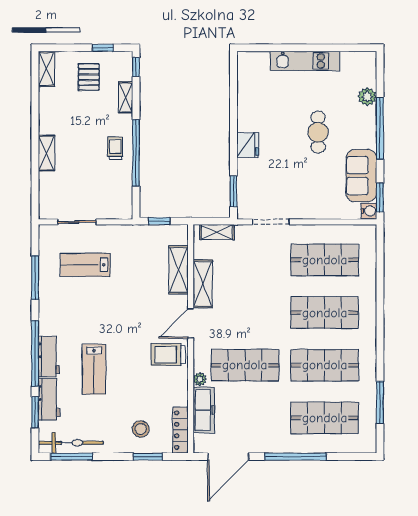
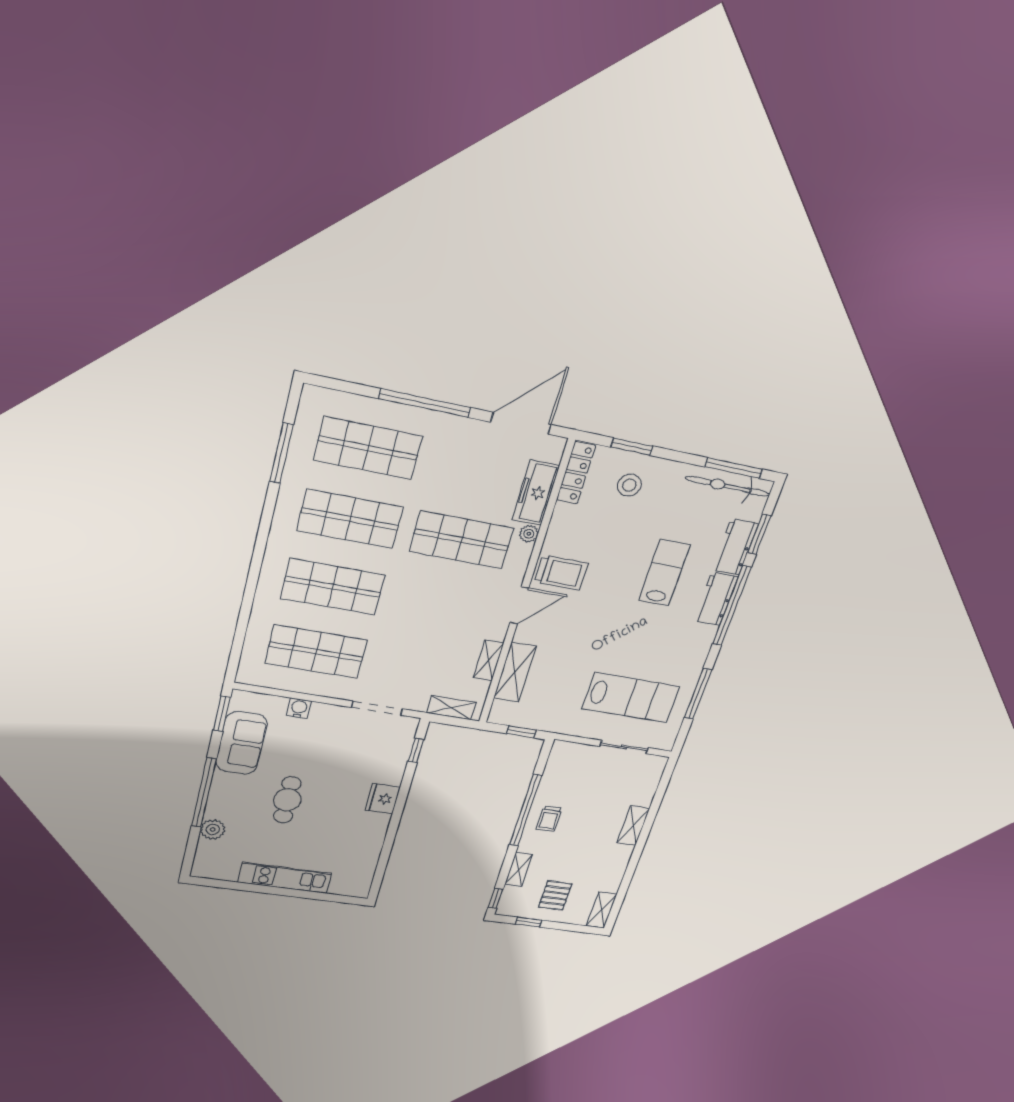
window: (234, 191) -> (416, 750), width x0.67
water cooler: (369, 211) -> (299, 708), moved, turned 90
lab bench: (85, 265) -> (631, 698), width x1.36, depth x1.39
shelving: (203, 284) -> (488, 660), width x0.67, depth x0.75

